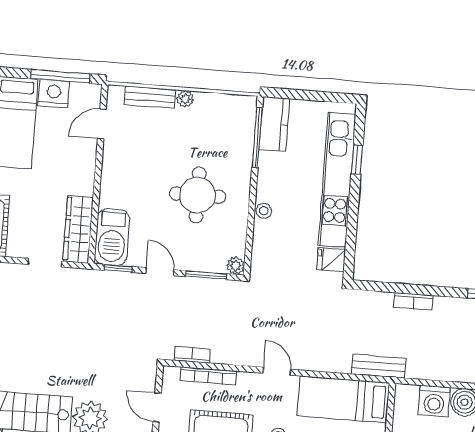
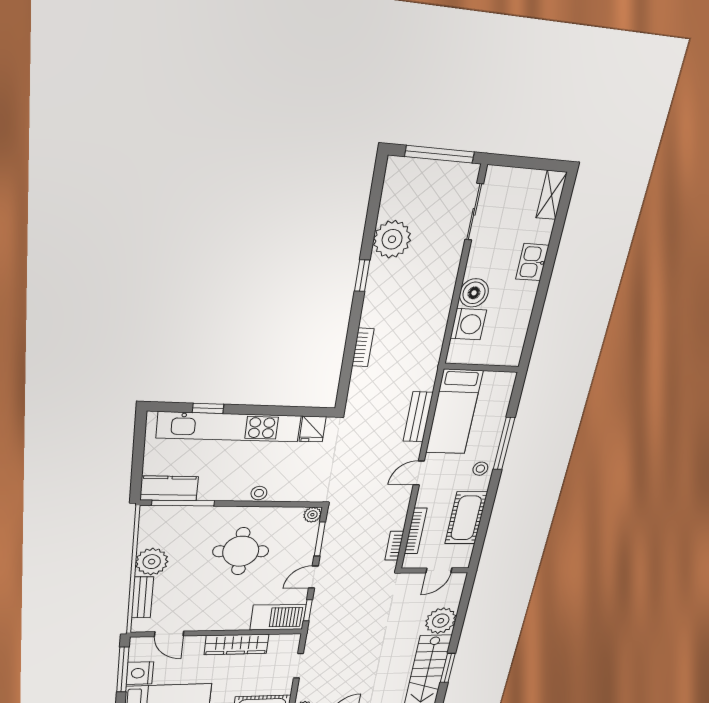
plant: (185, 99) -> (152, 562), width x1.87, depth x1.87
wardrobe: (78, 229) -> (237, 644), moved
bench: (379, 366) -> (418, 417), moved

